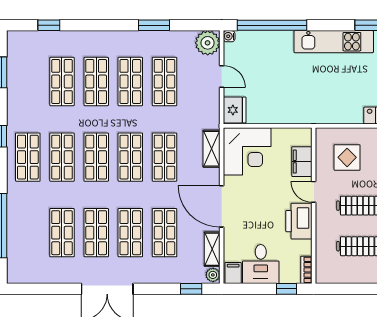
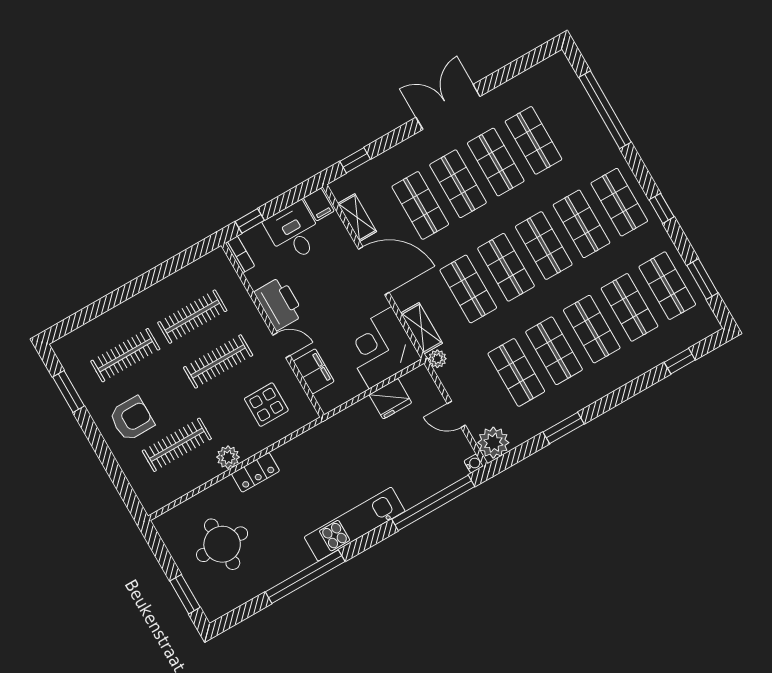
shop shelf: (28, 82) -> (667, 286), added
fridge: (235, 110) -> (390, 399), moved, turned -90
plant: (213, 275) -> (437, 359), moved

